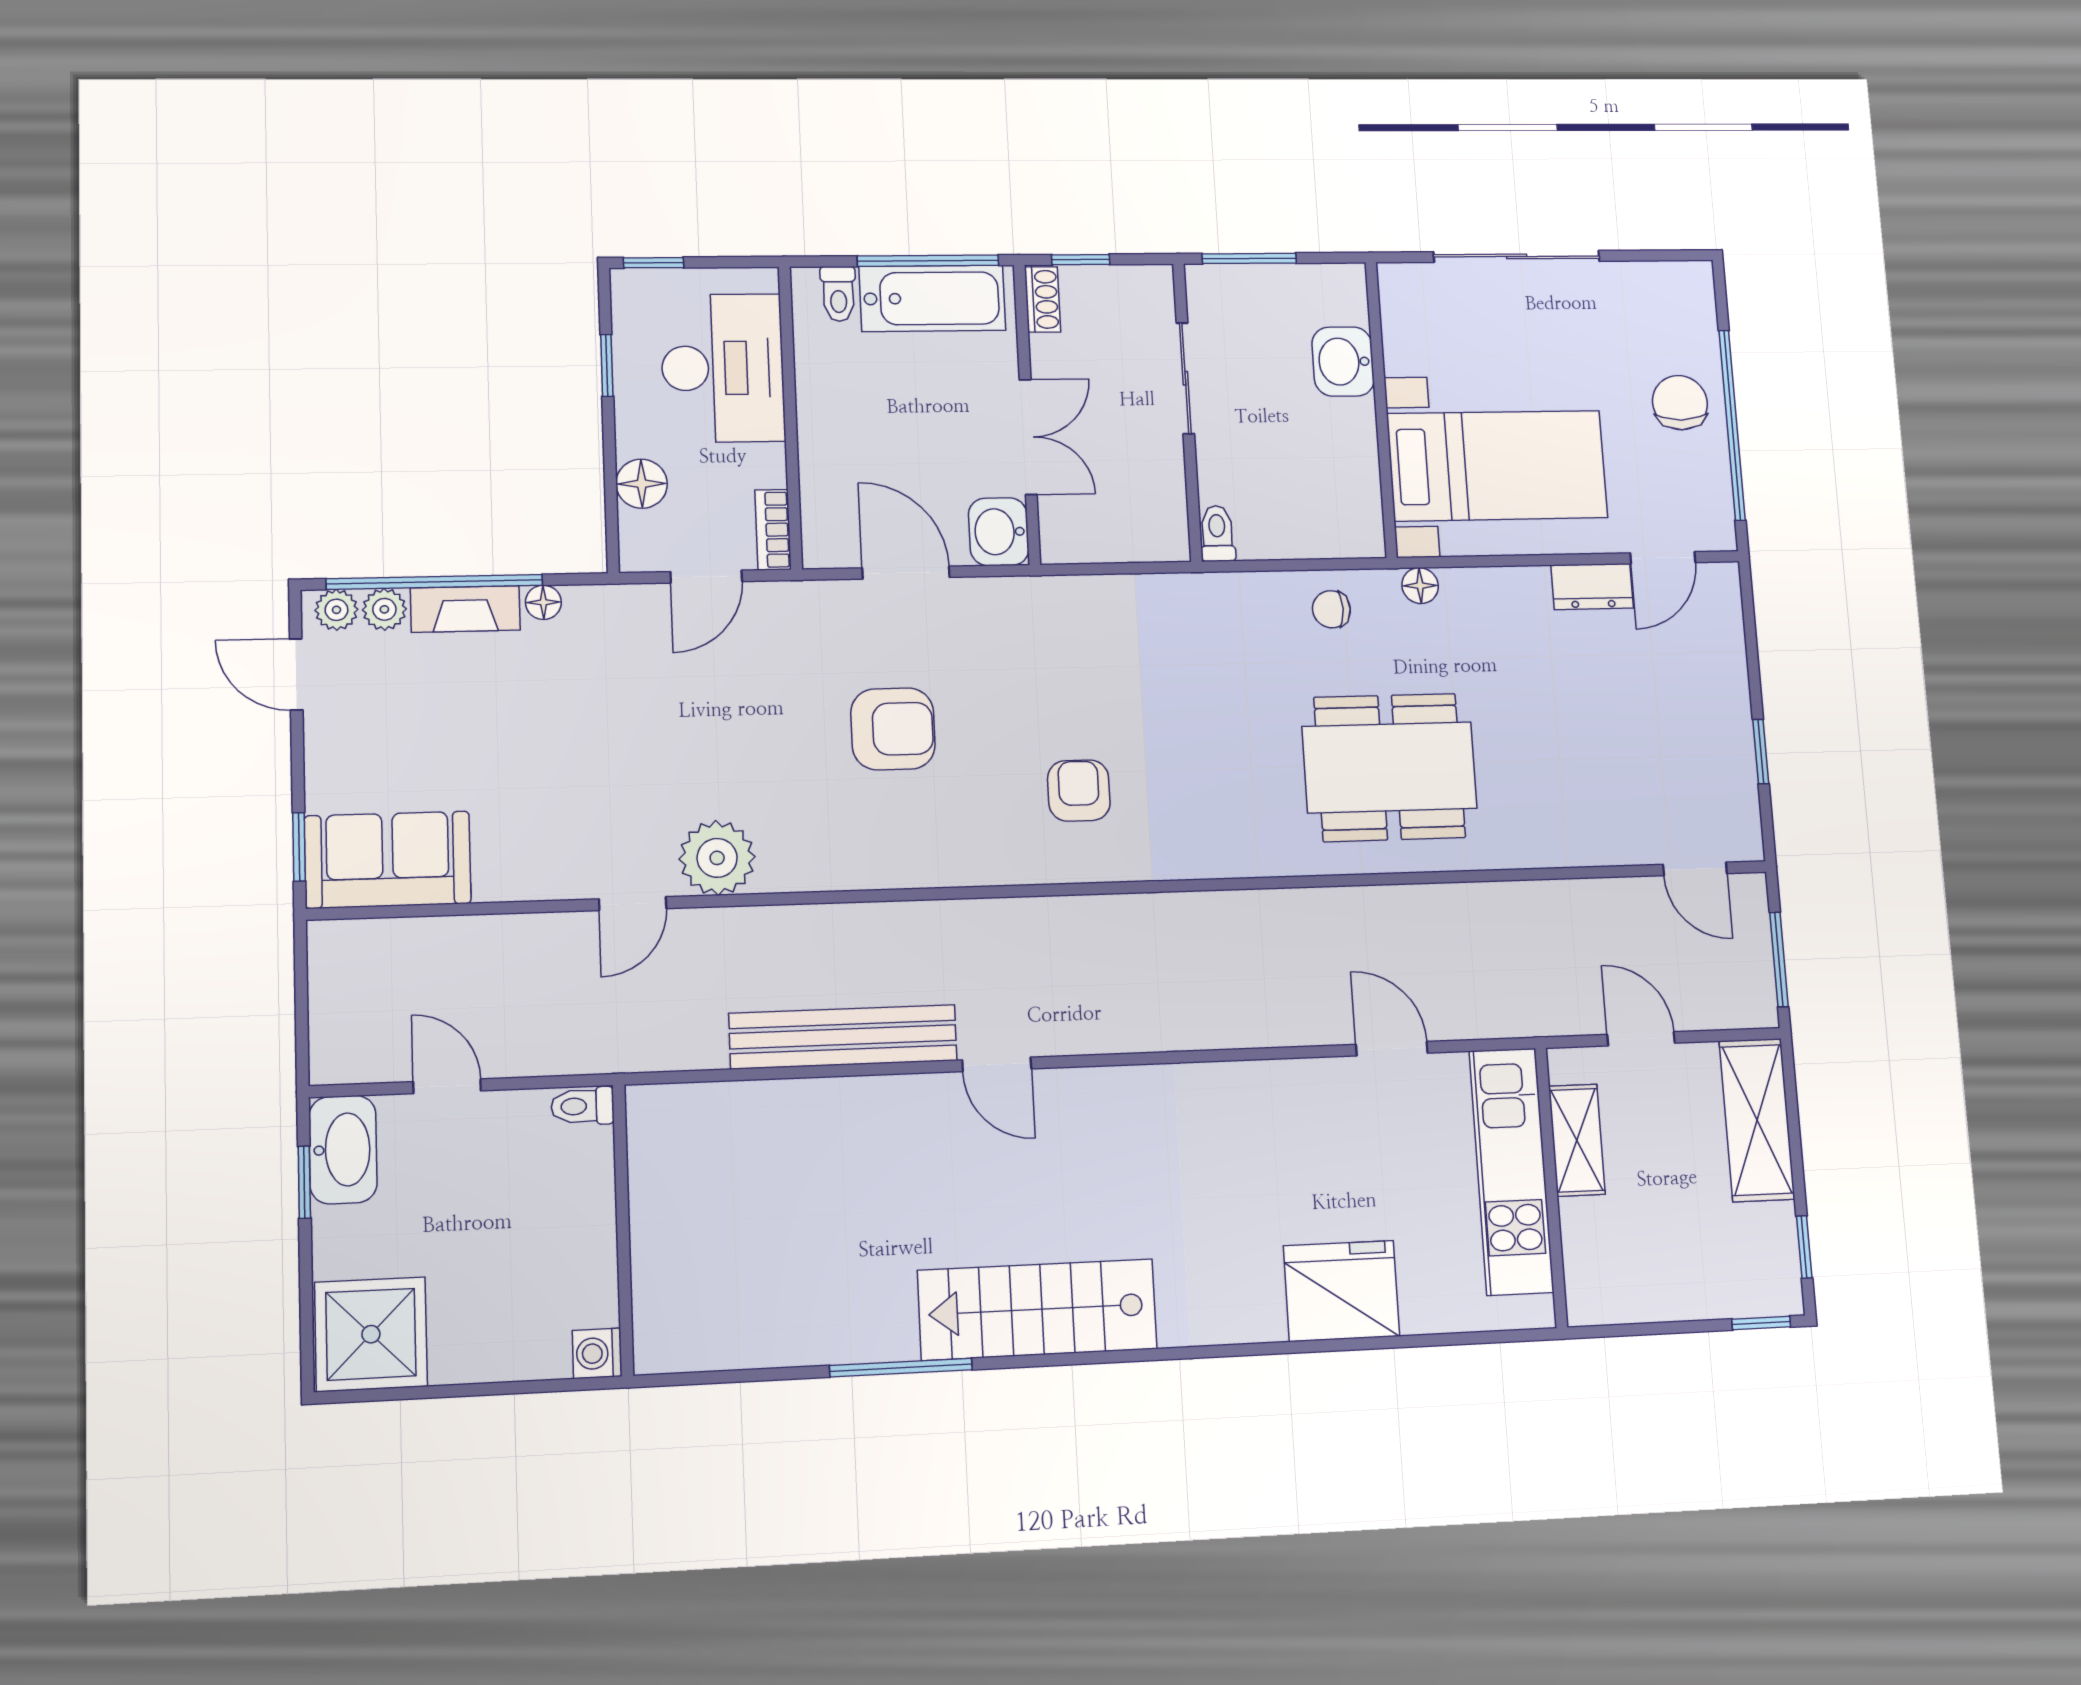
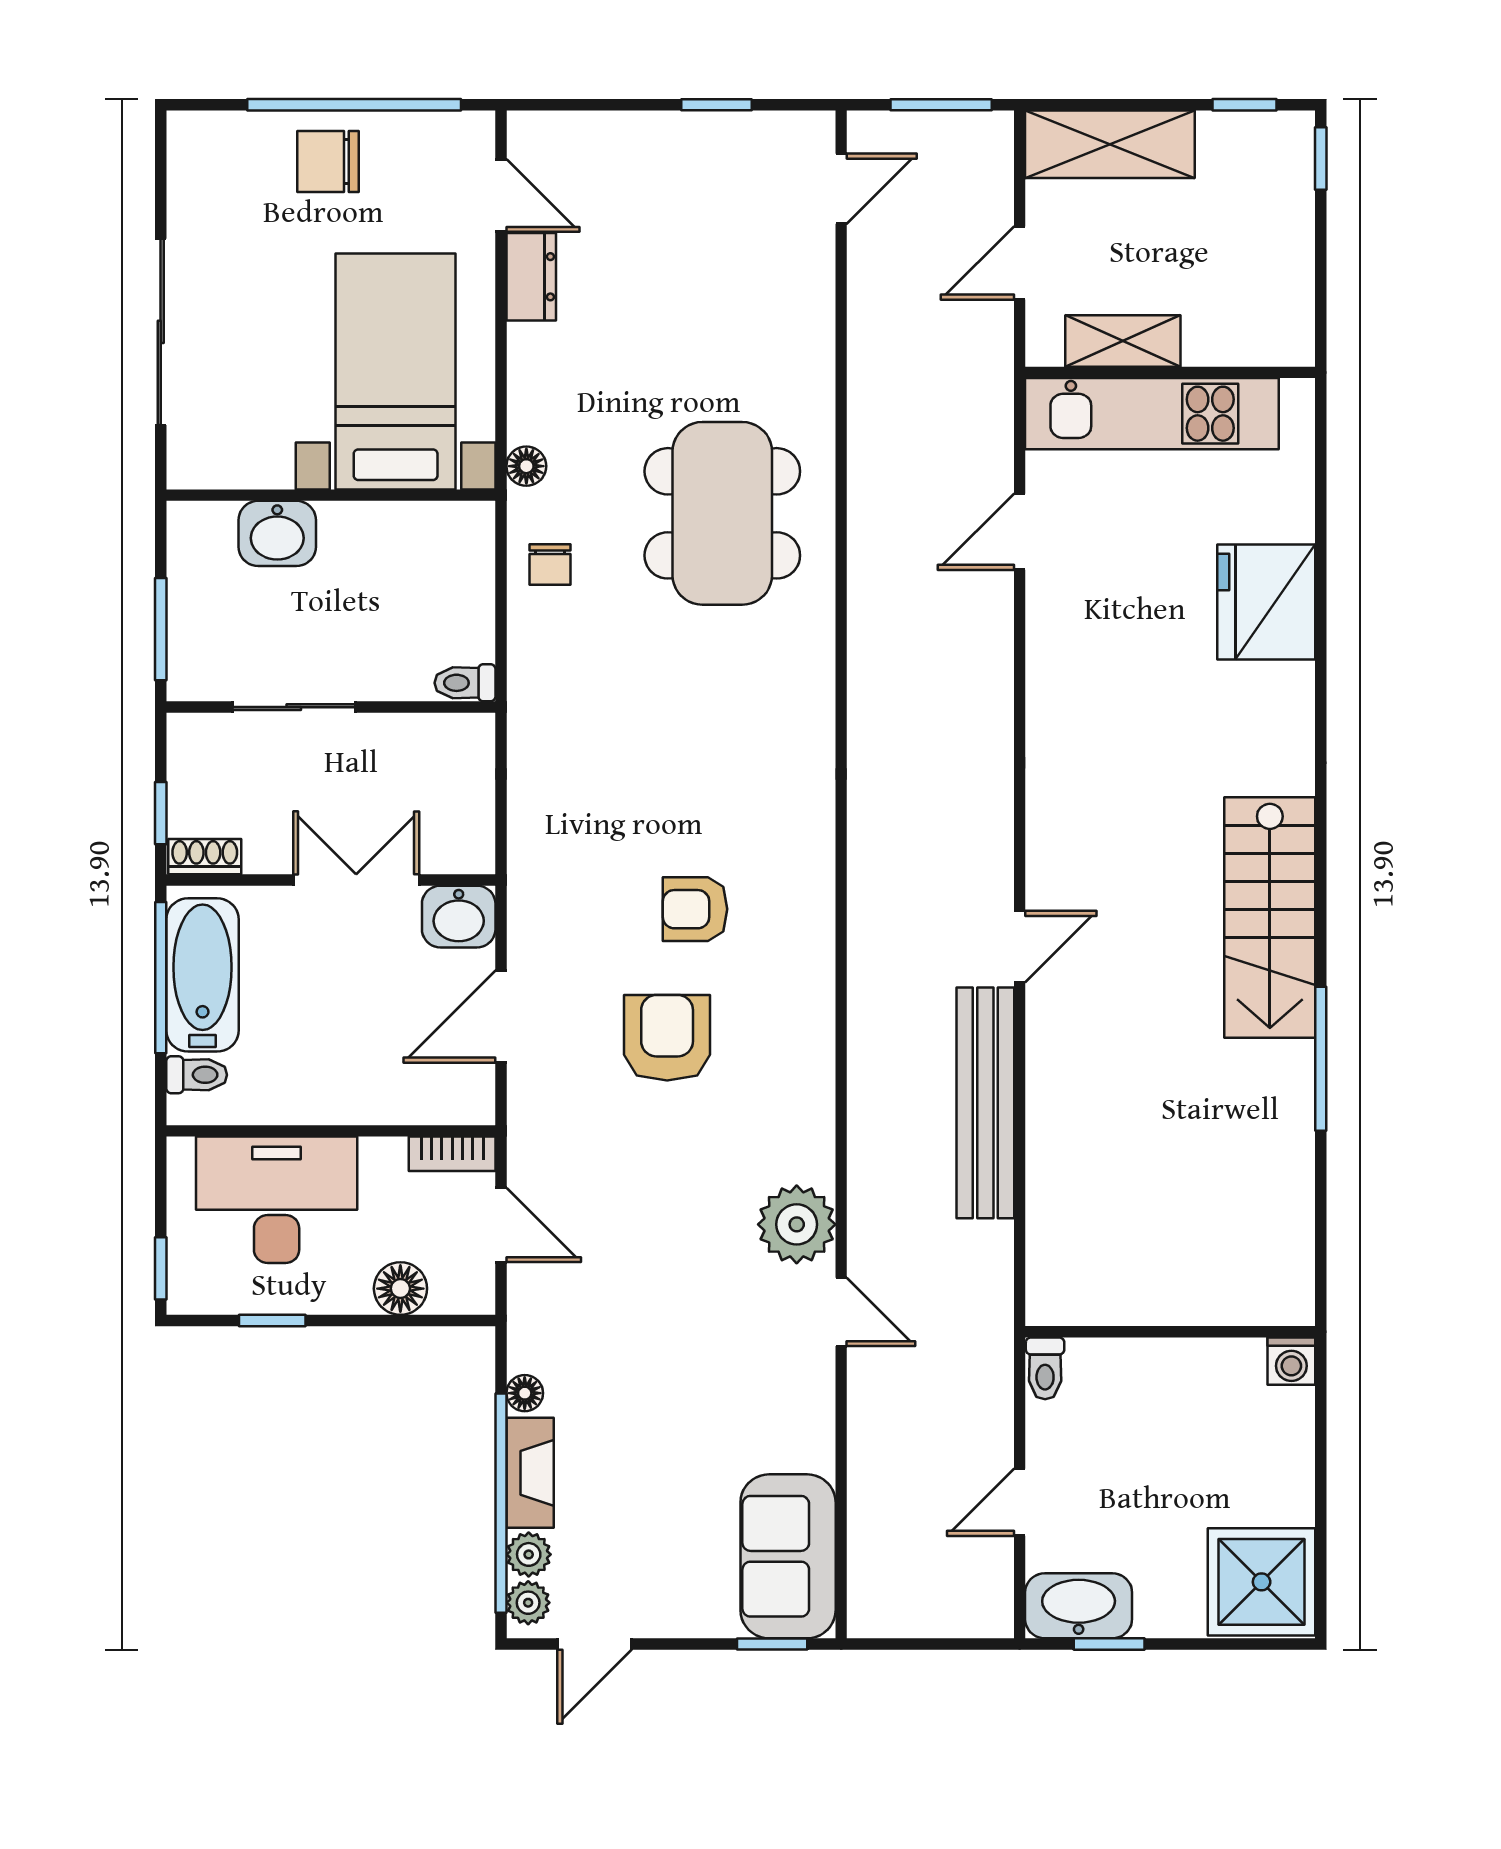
armchair: (1079, 791) -> (695, 909), moved

